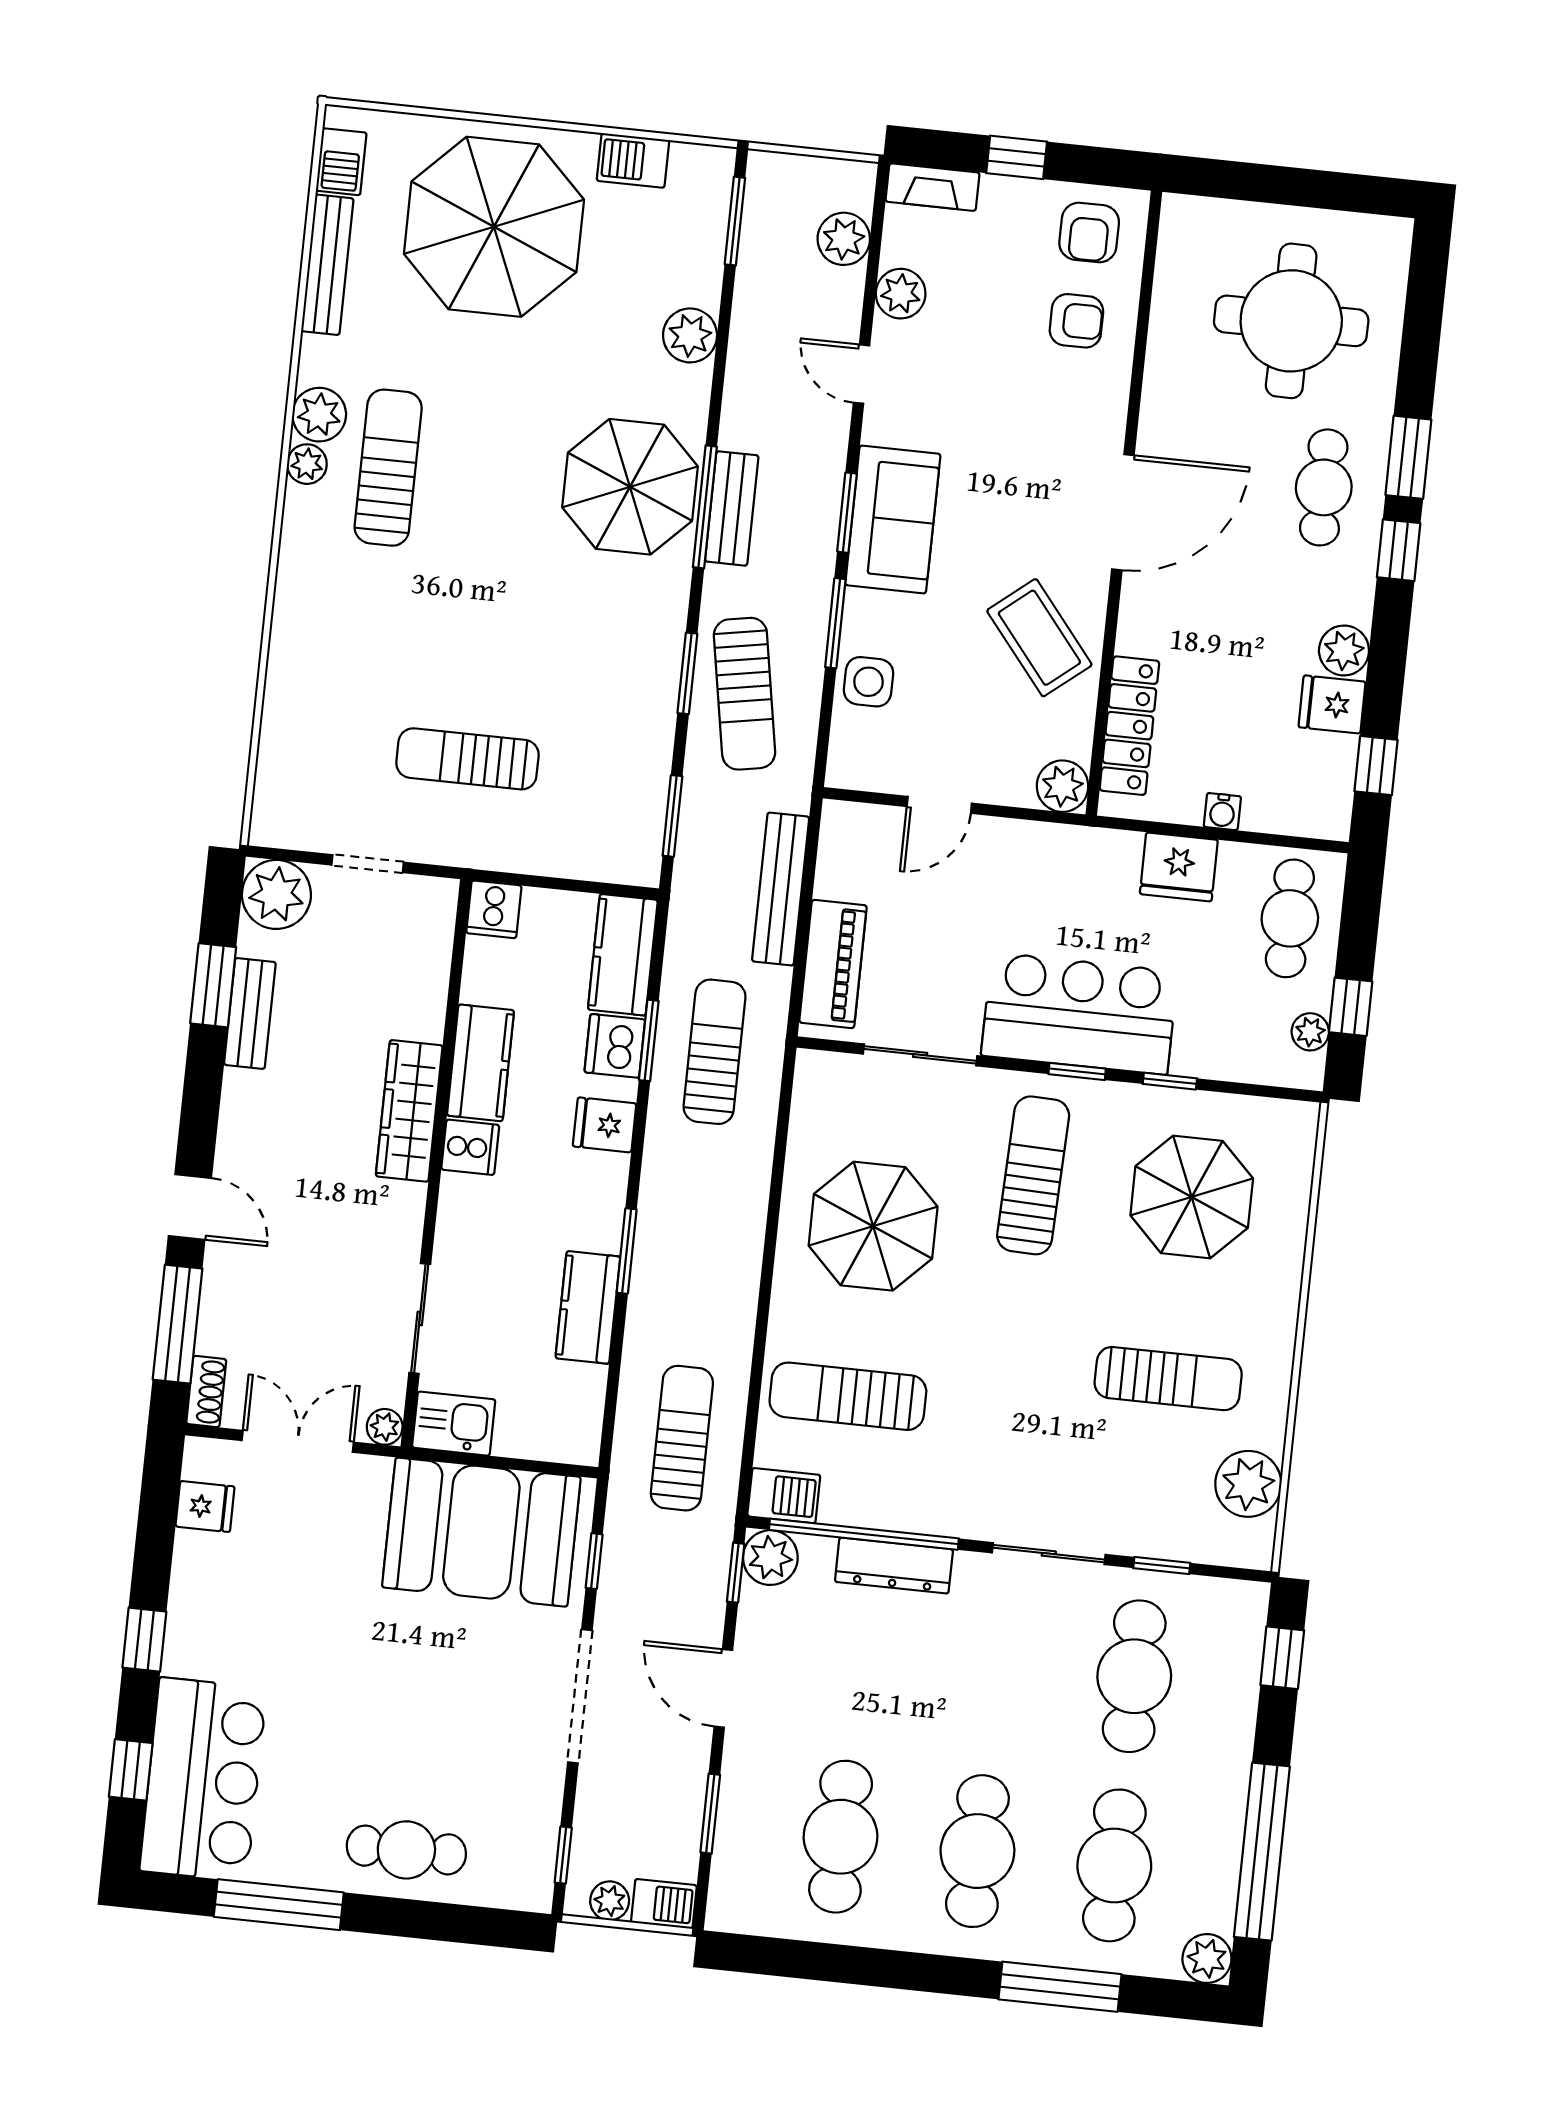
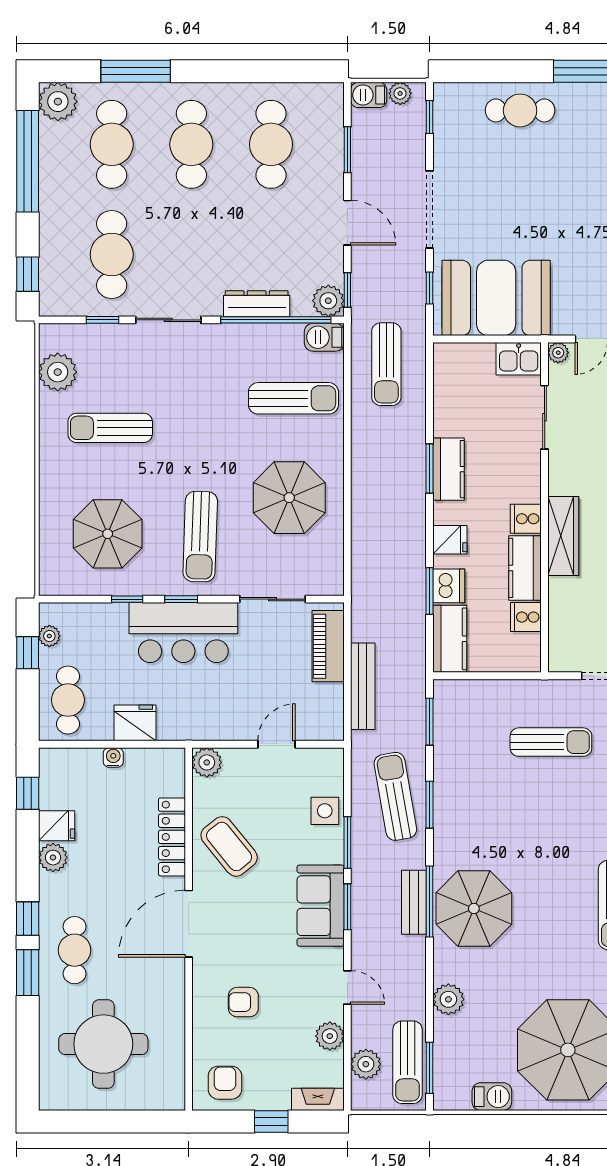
armchair: (1076, 321) -> (243, 1002), moved
locker: (1129, 726) -> (172, 837), moved
cooker: (494, 909) -> (526, 617), moved, turned -90
sun lounger: (715, 1052) -> (408, 1062), moved
kitchen counter: (588, 1307) -> (448, 469), moved
plant: (1207, 1958) -> (58, 102), width x1.36, depth x1.36

